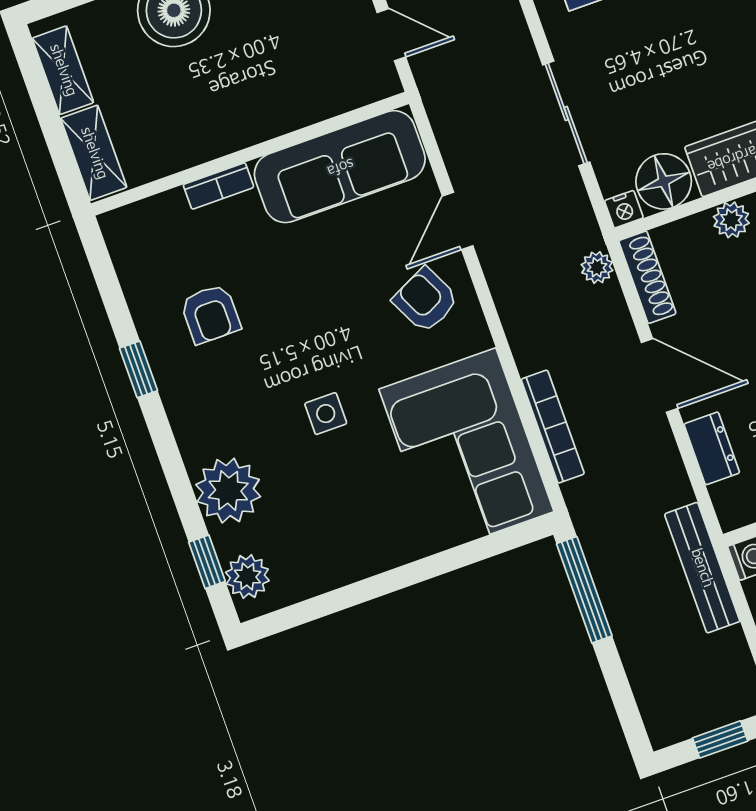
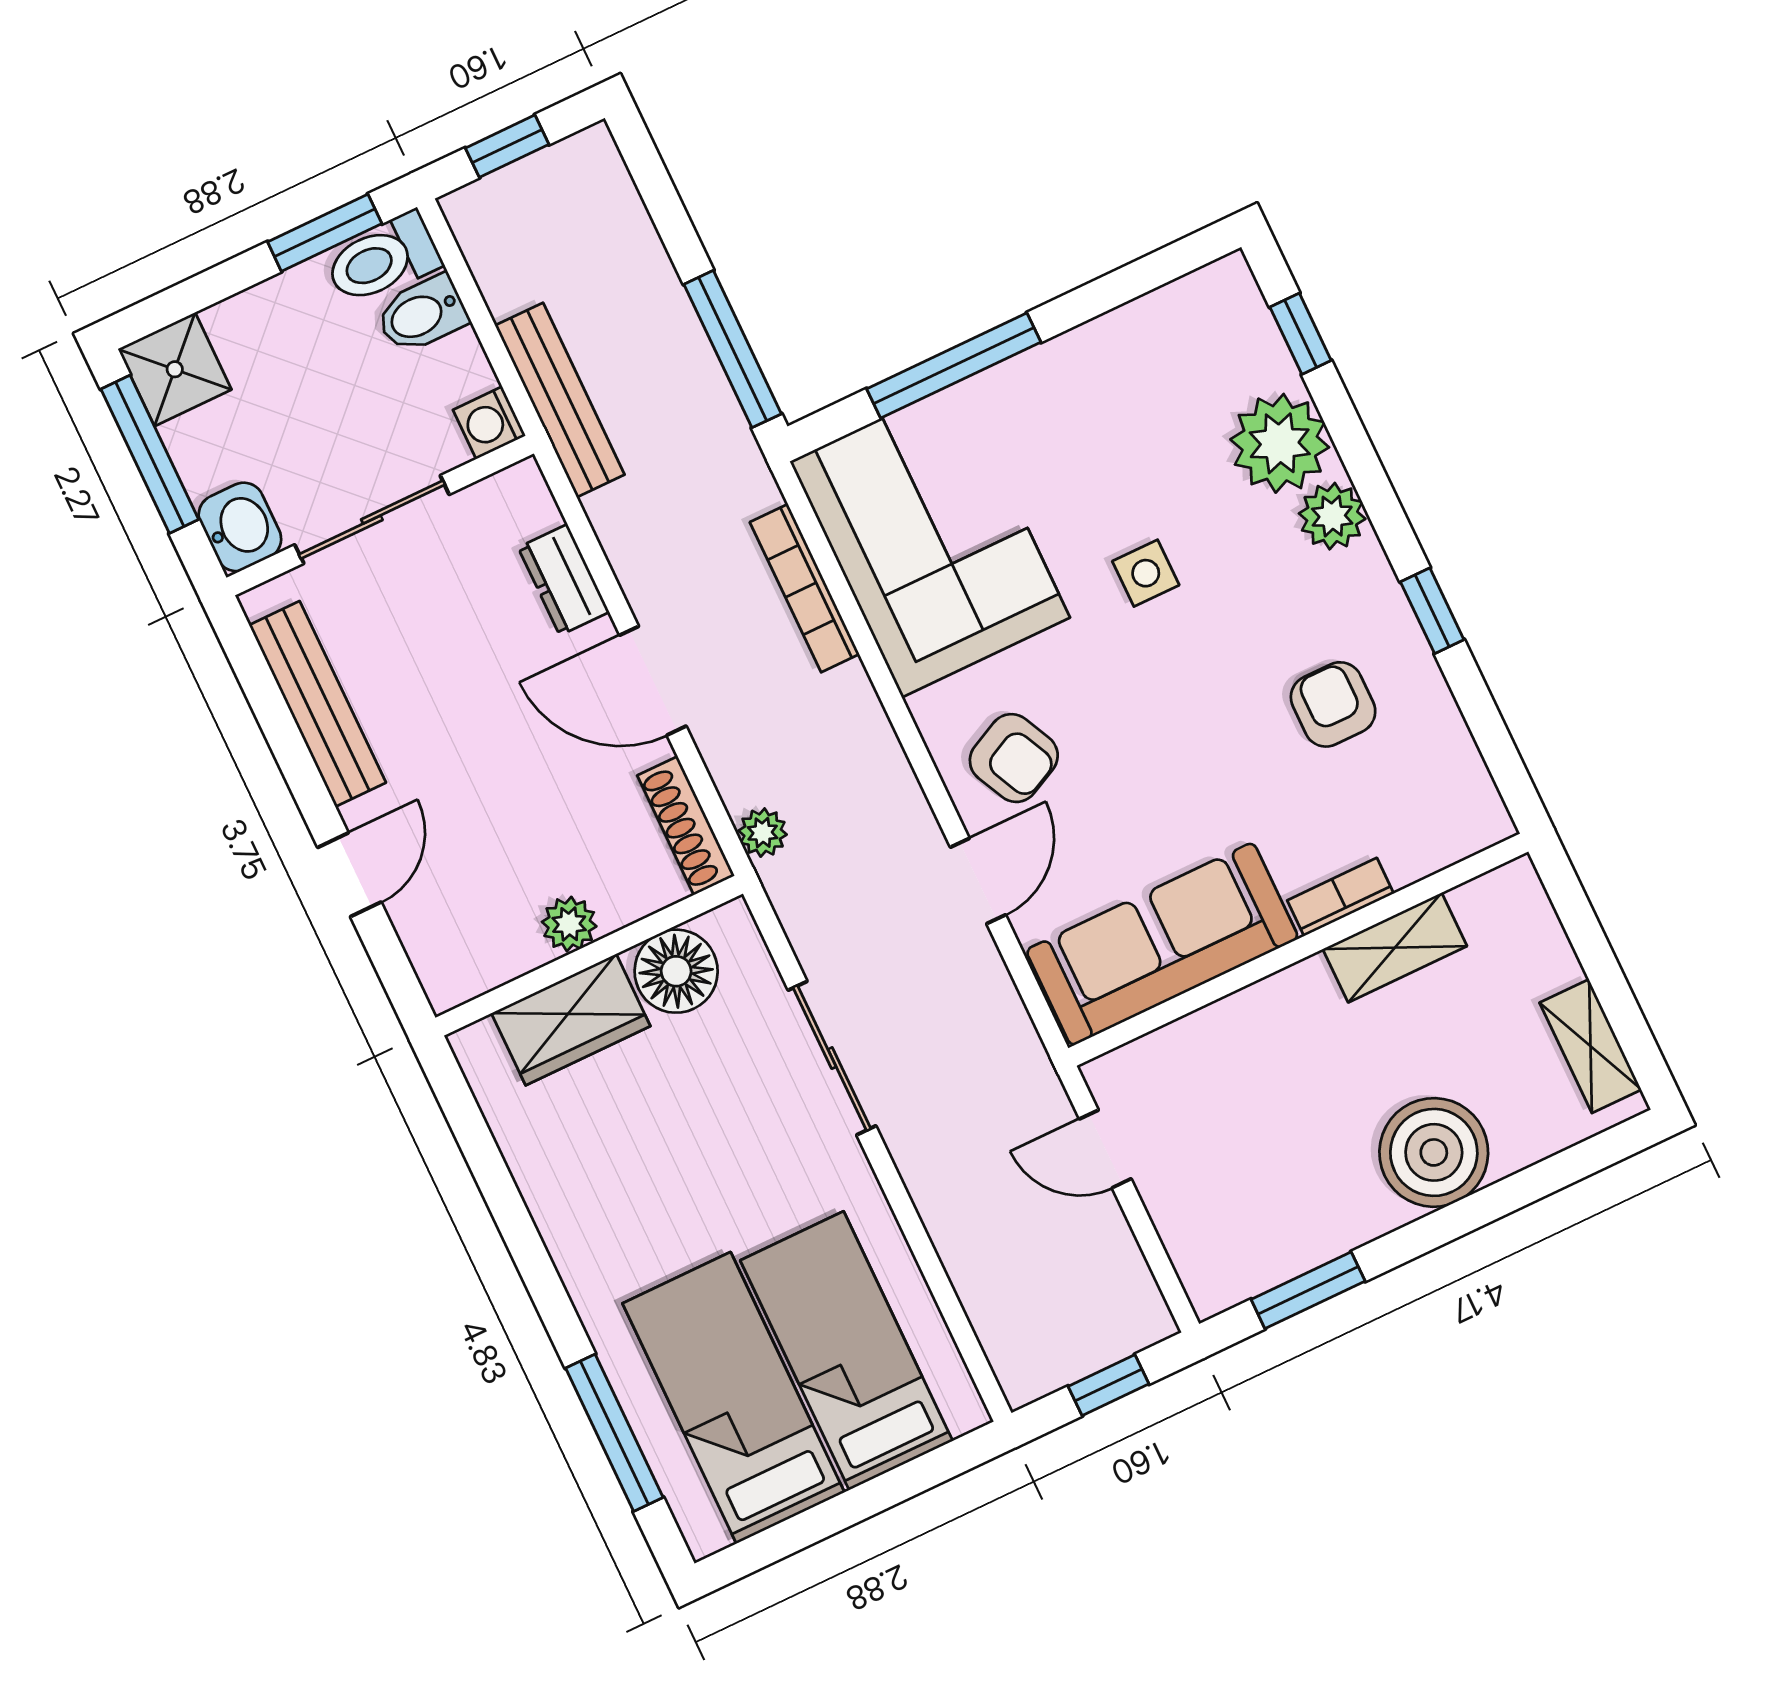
shelving: (94, 153) -> (1395, 948), moved, turned 90
nightstand: (624, 209) -> (731, 924), removed
window: (439, 564) -> (954, 366), added
plant: (247, 576) -> (1332, 516), moved

